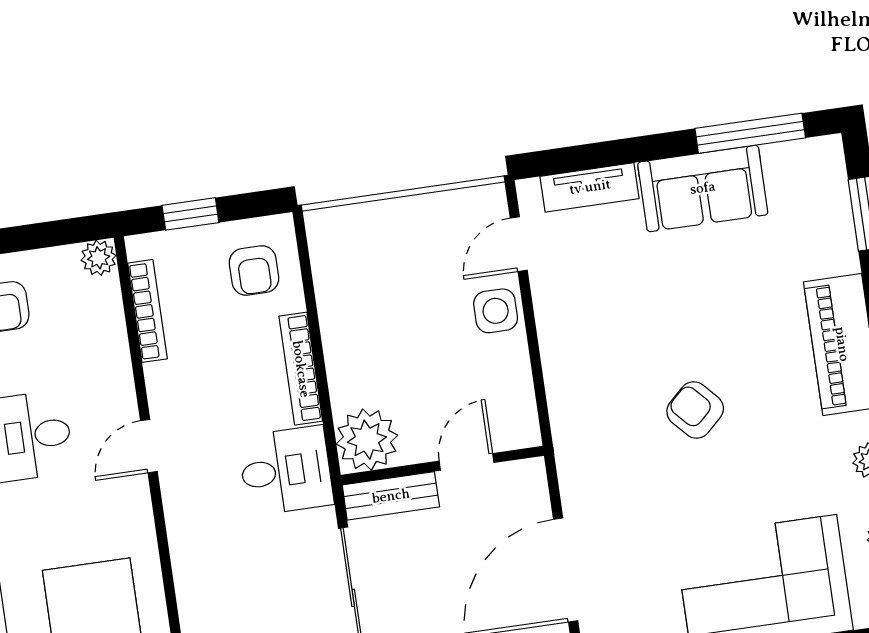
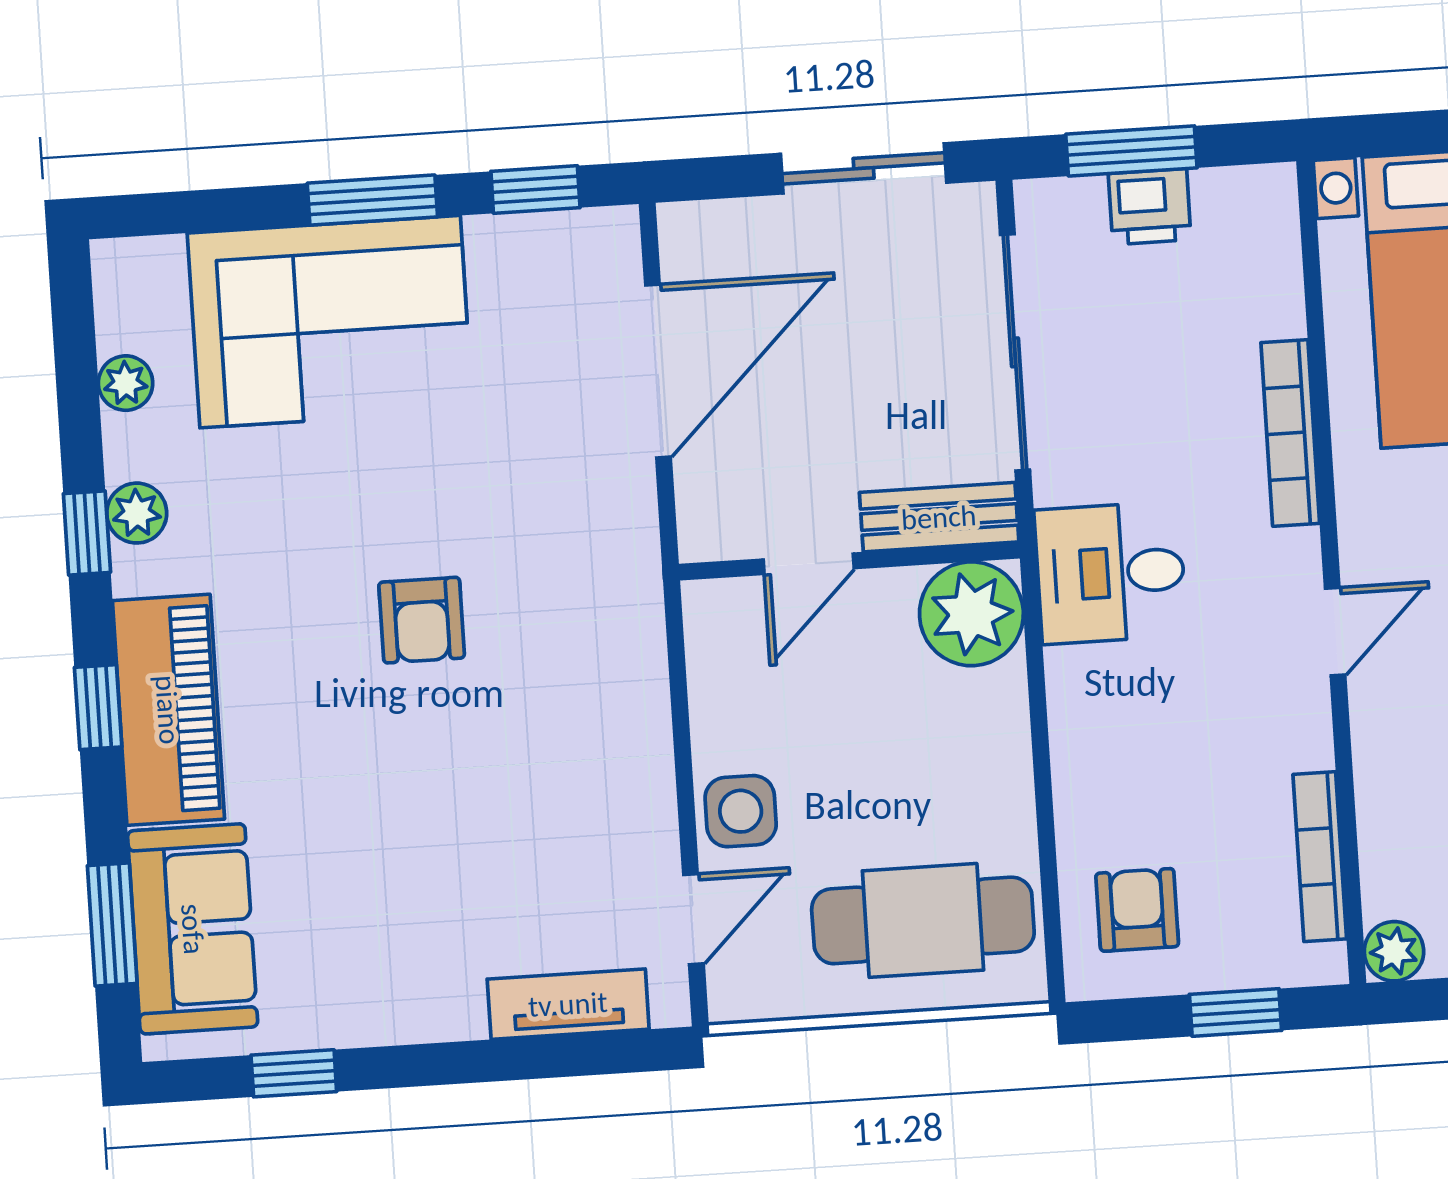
window: (750, 133) -> (294, 1073), width x0.46
sofa: (703, 188) -> (193, 929), moved, turned 90
cafe table: (381, 254) -> (923, 920), added
bookcase: (301, 369) -> (1290, 433), moved, turned 180
armchair: (695, 410) -> (422, 620), turned 43

